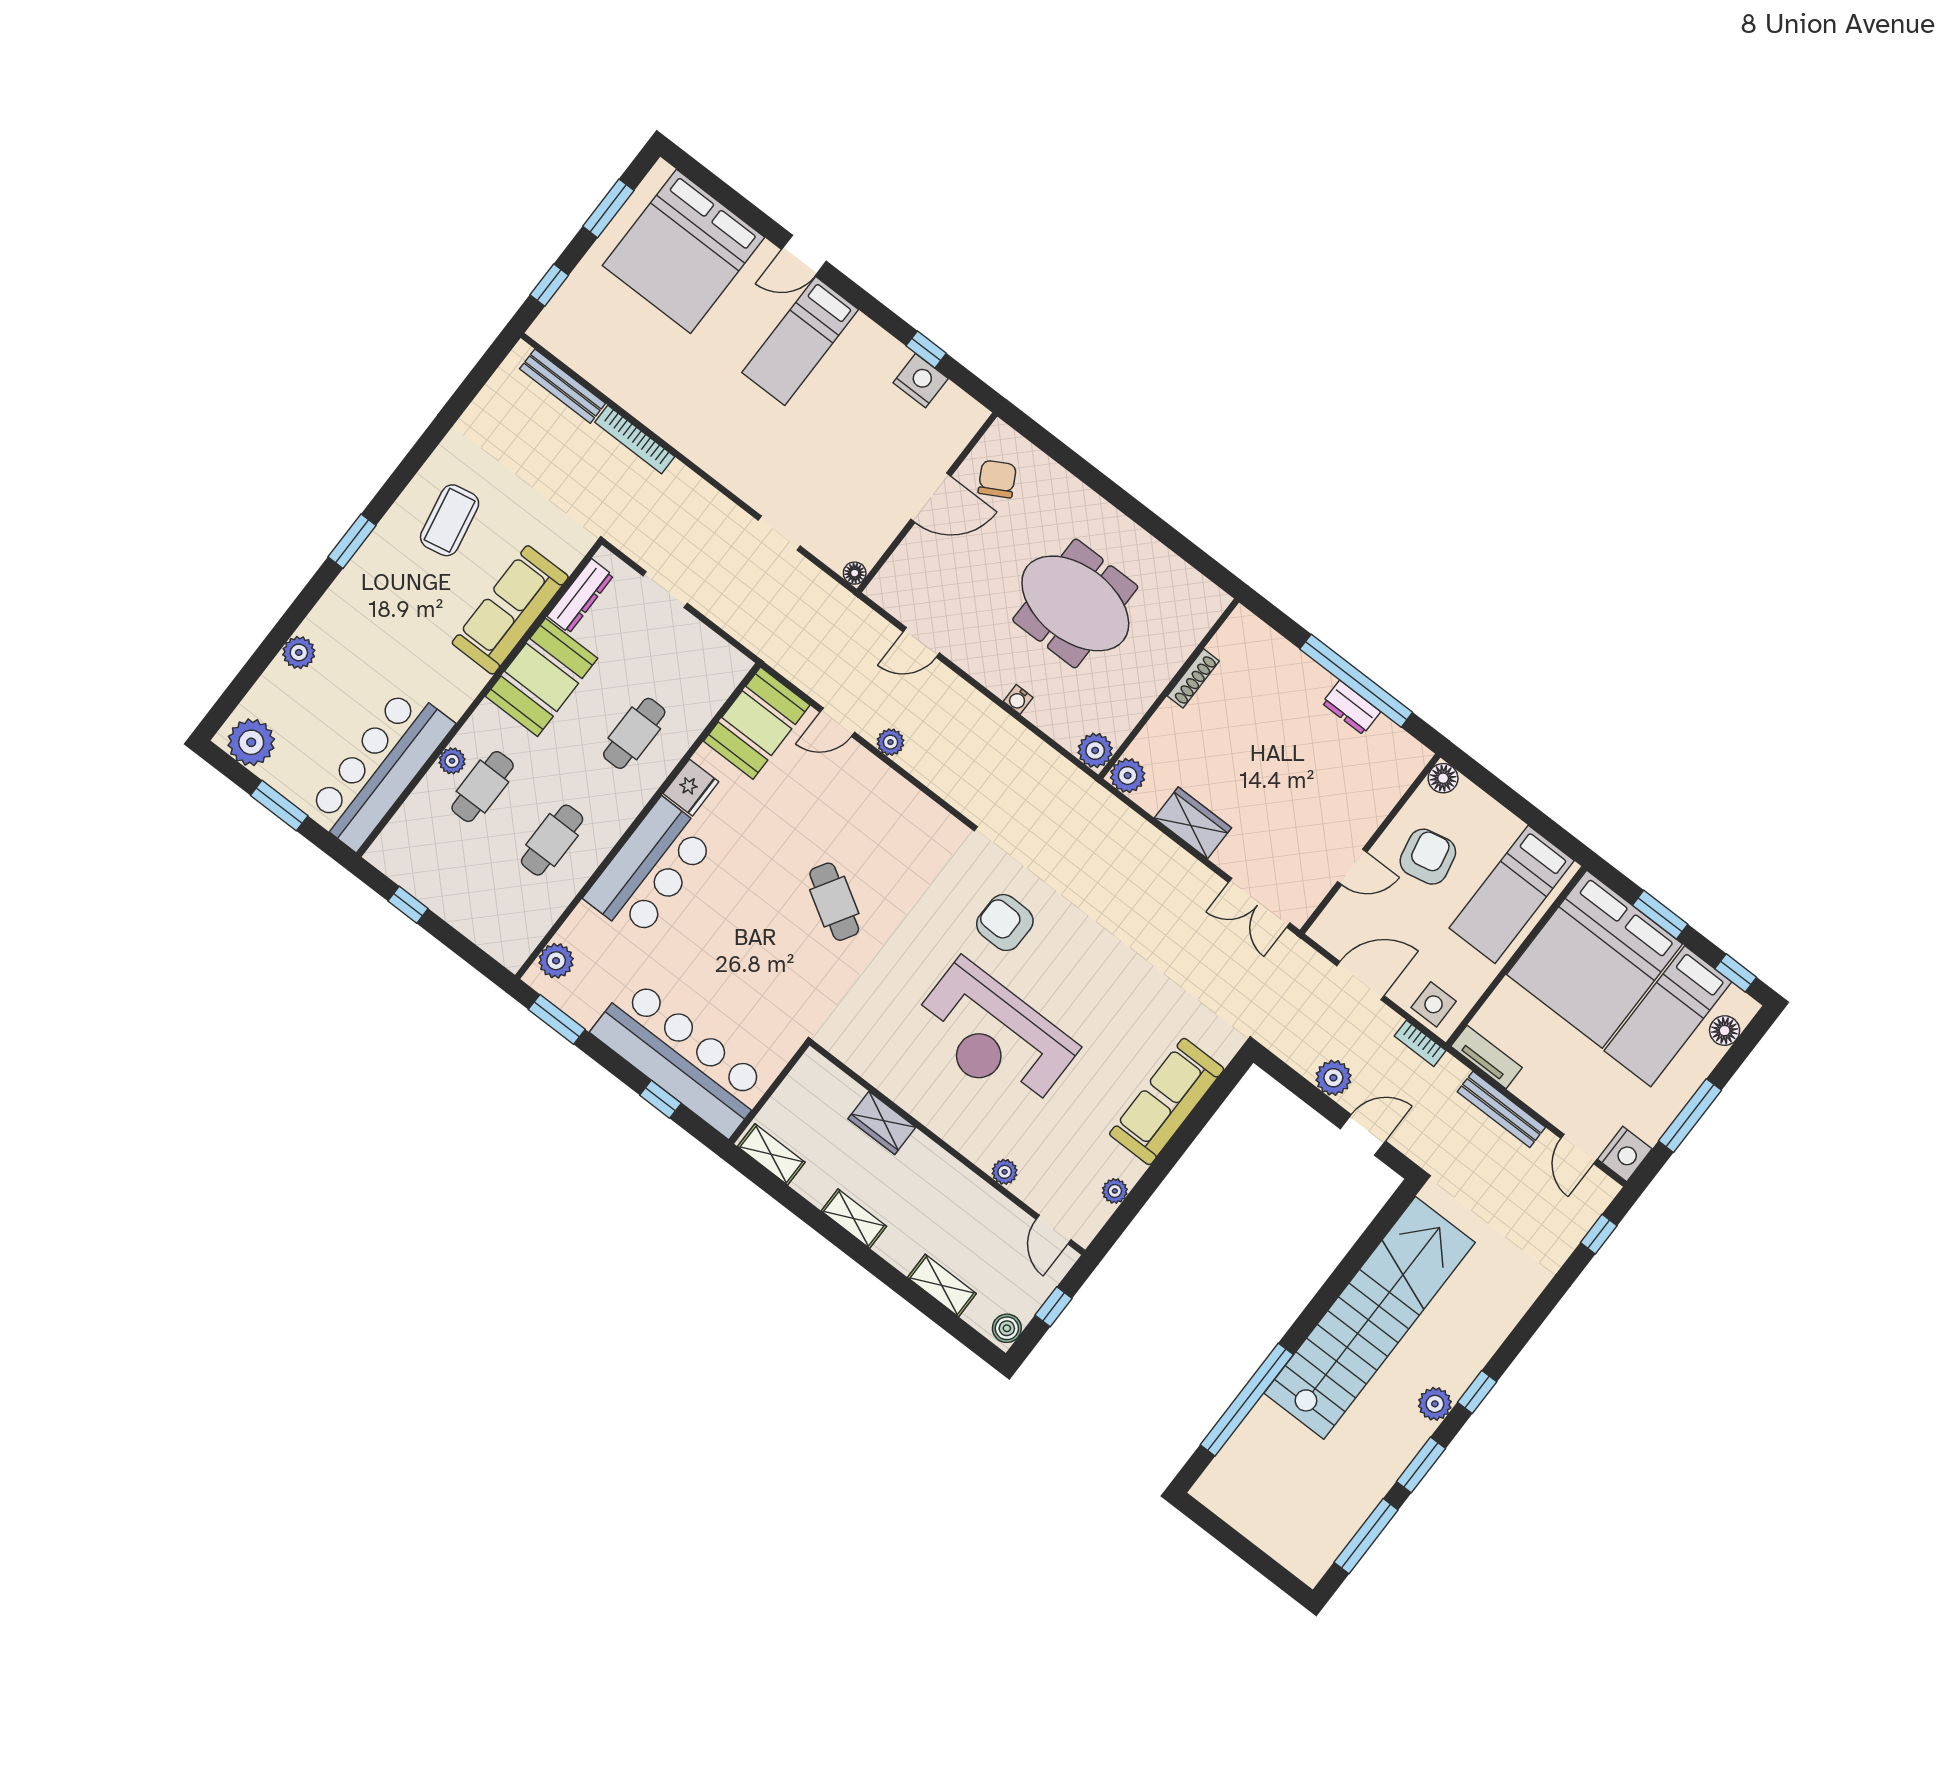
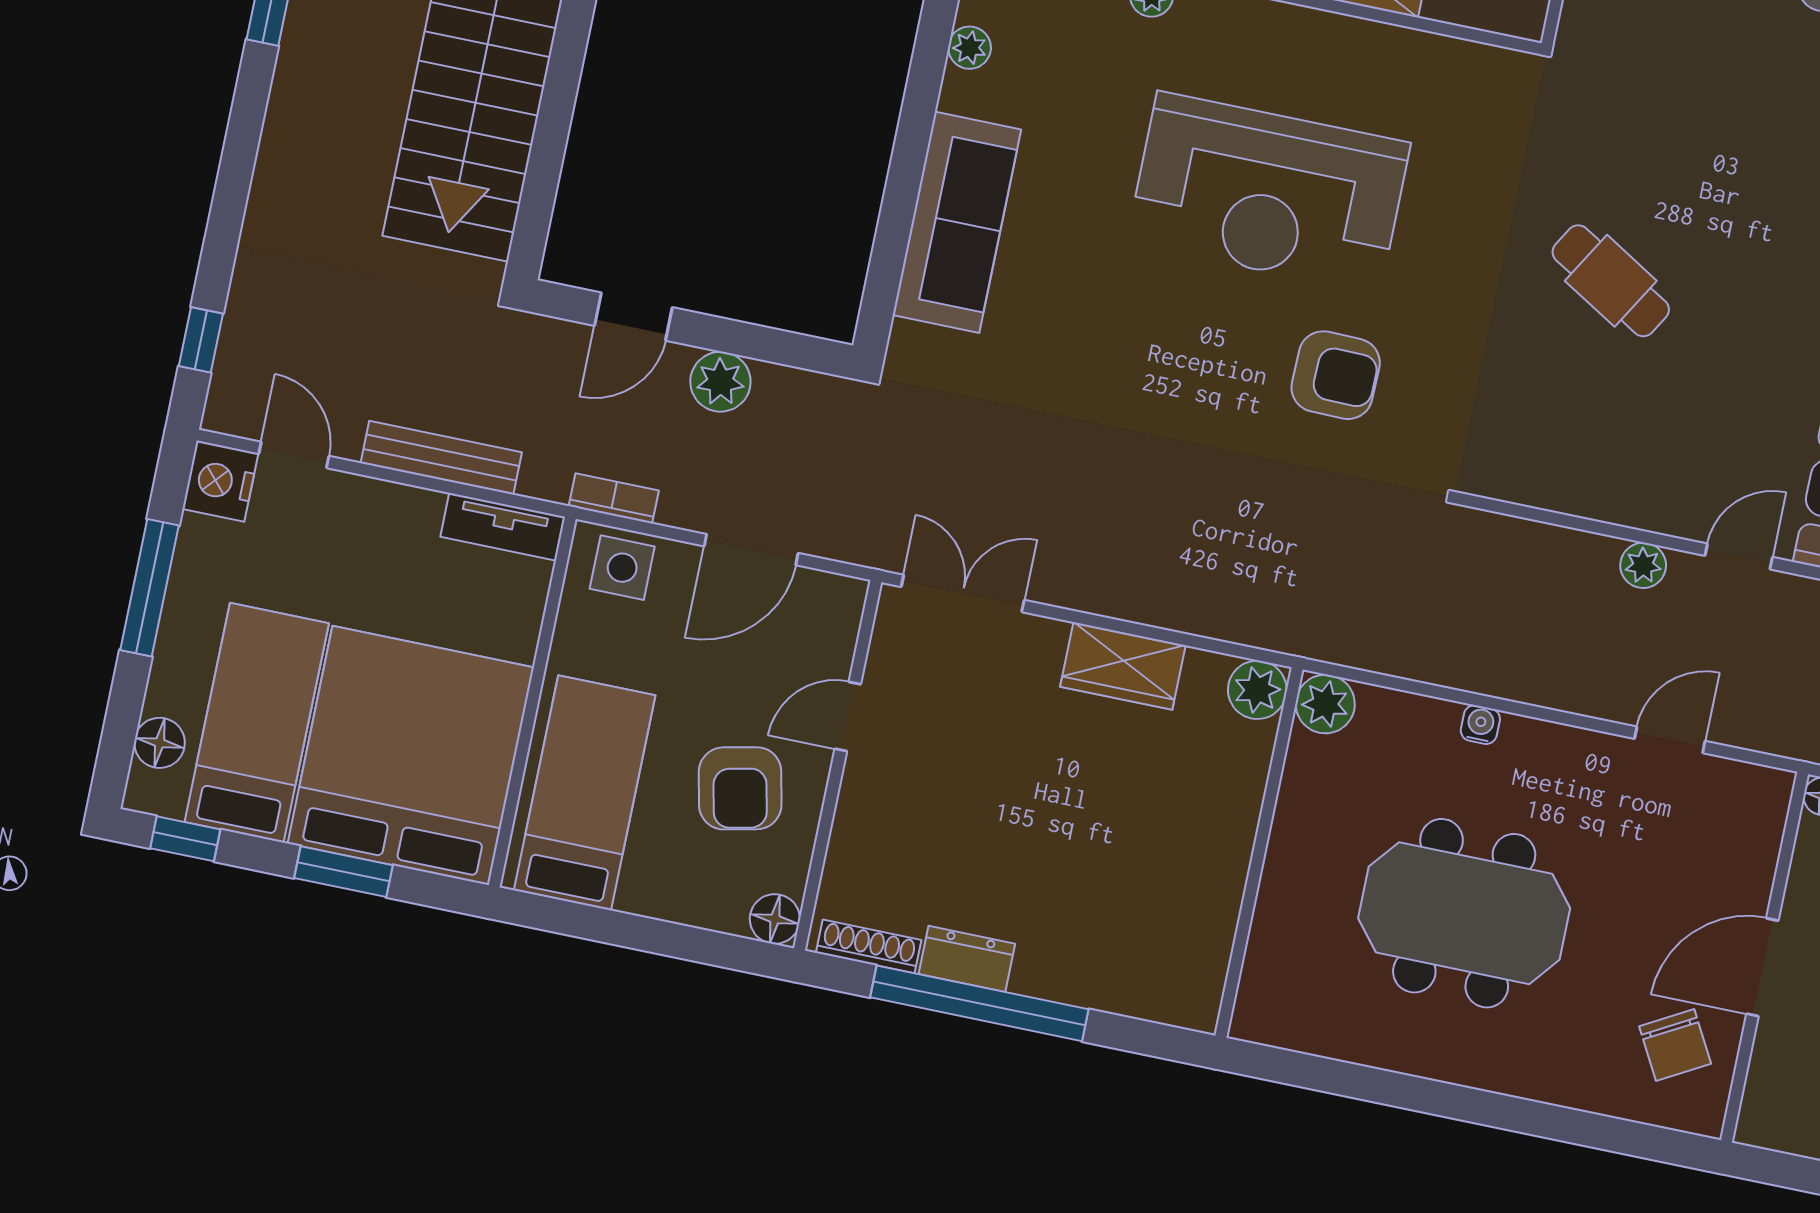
shoe rack: (1193, 678) -> (869, 946), moved, turned 90
reception desk: (993, 1037) -> (1269, 193), turned 180

